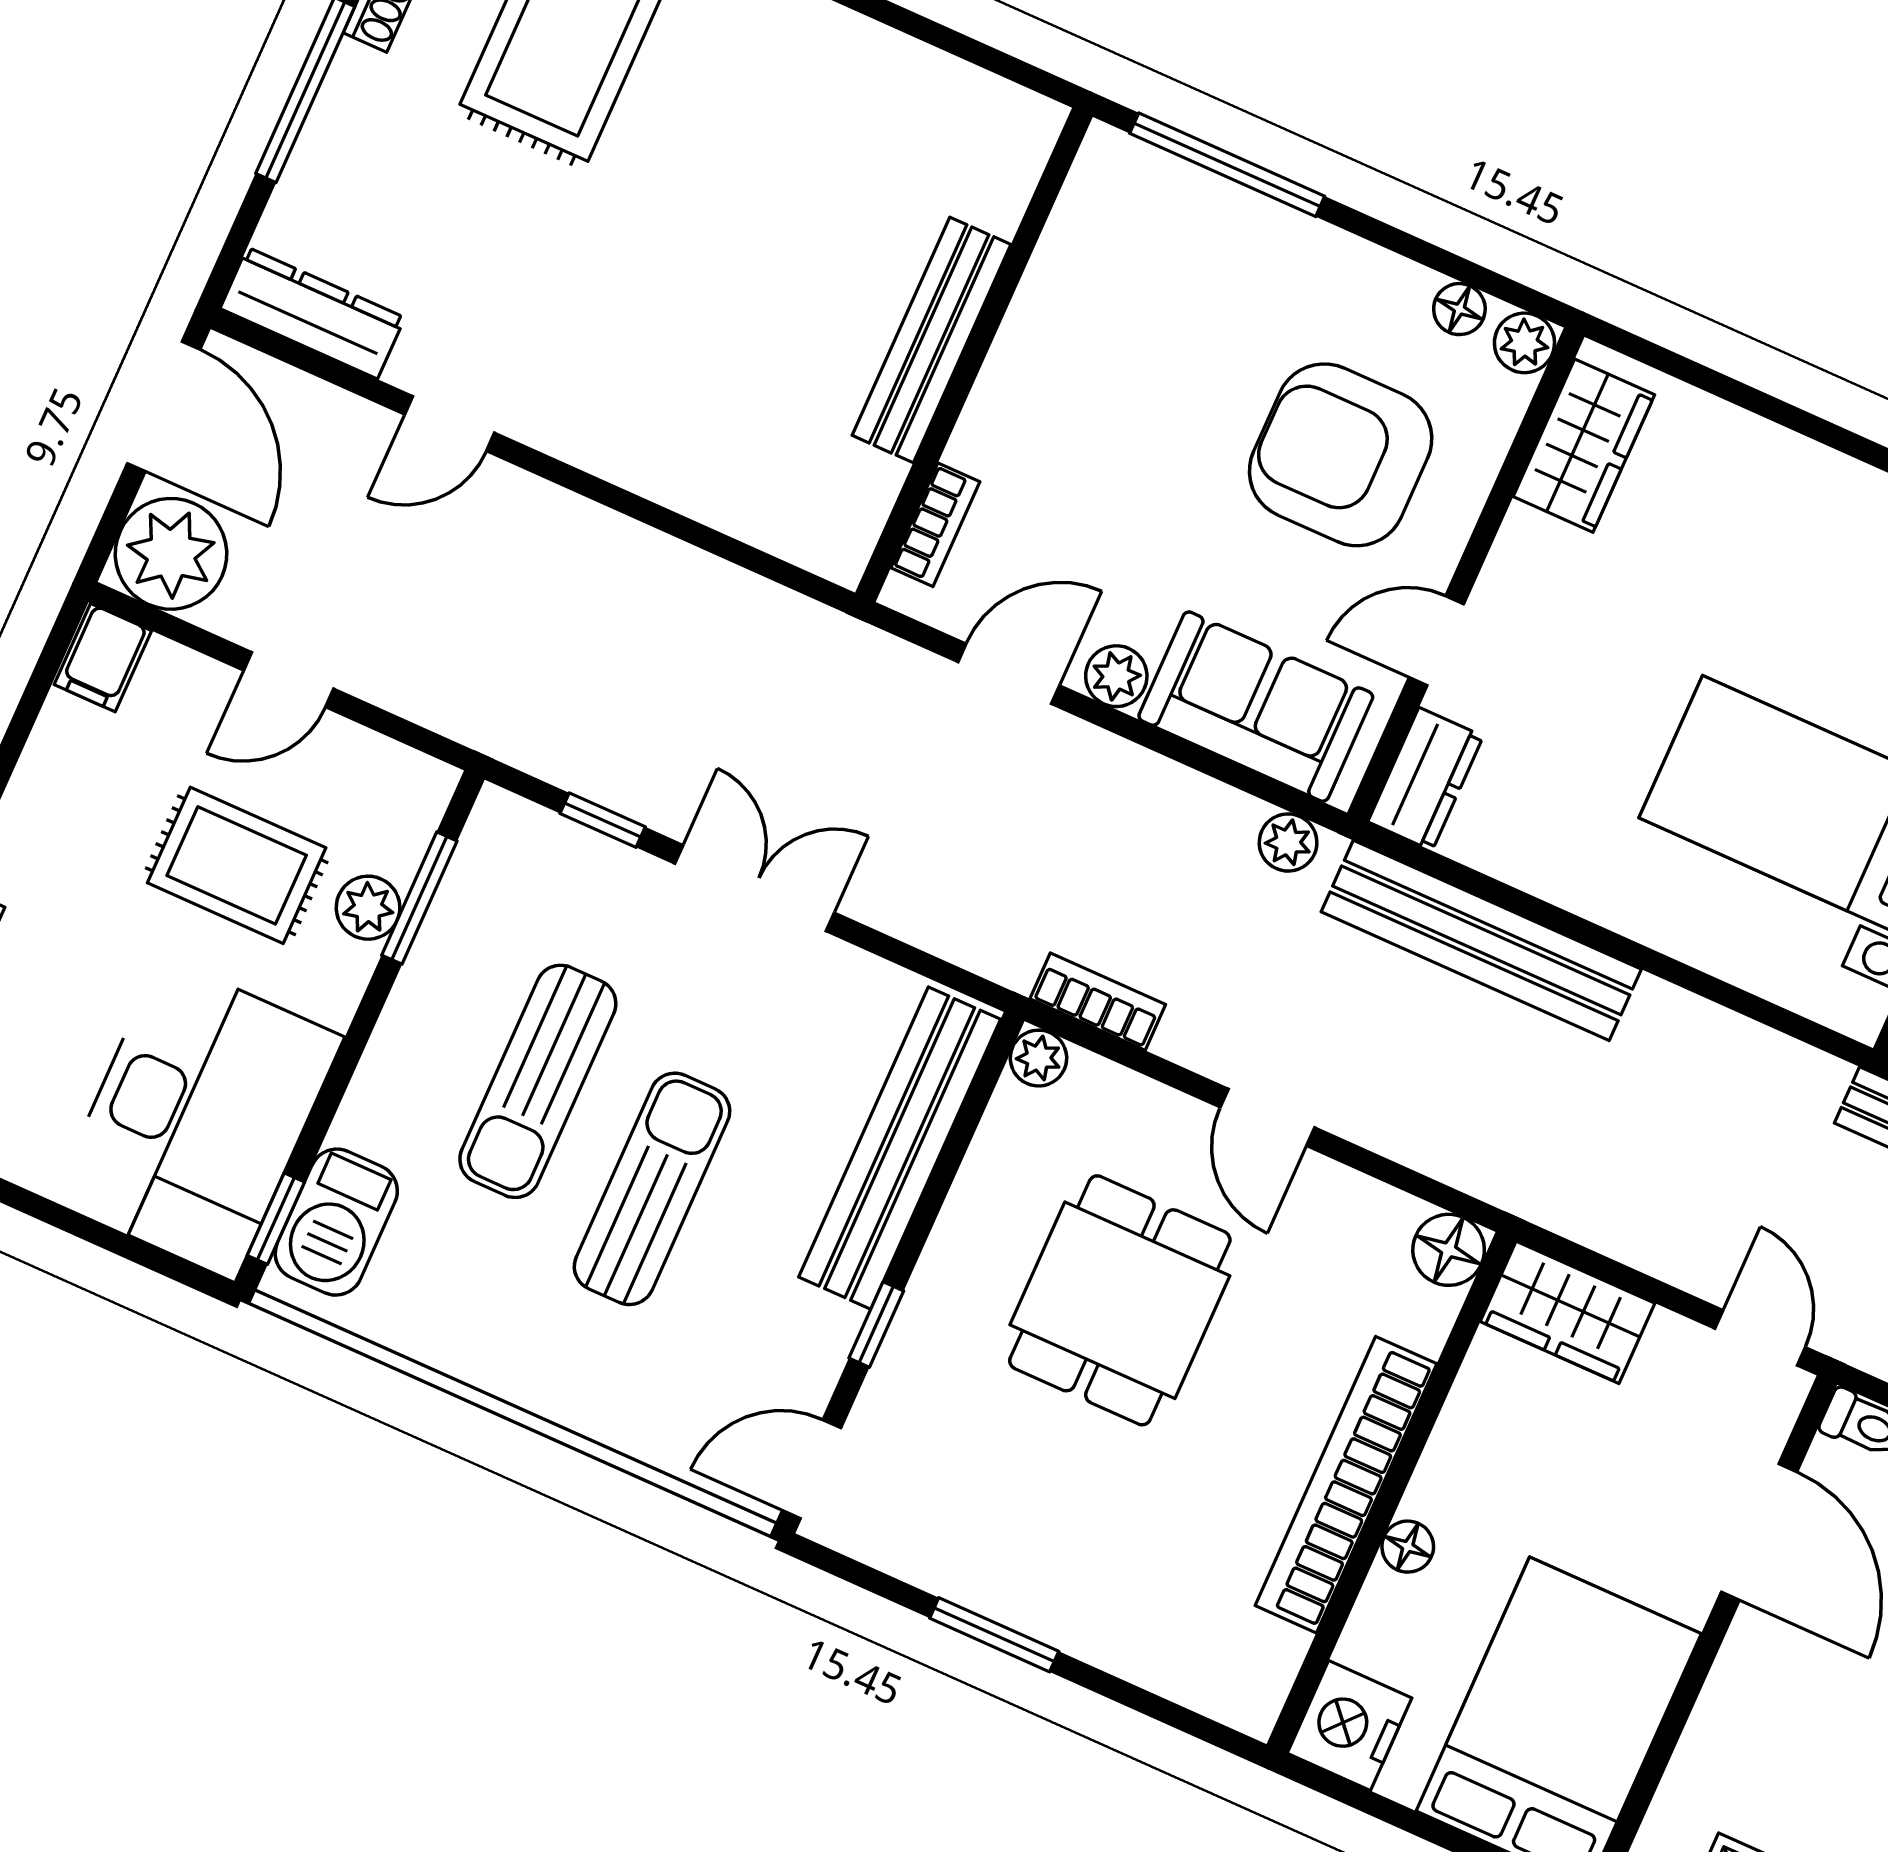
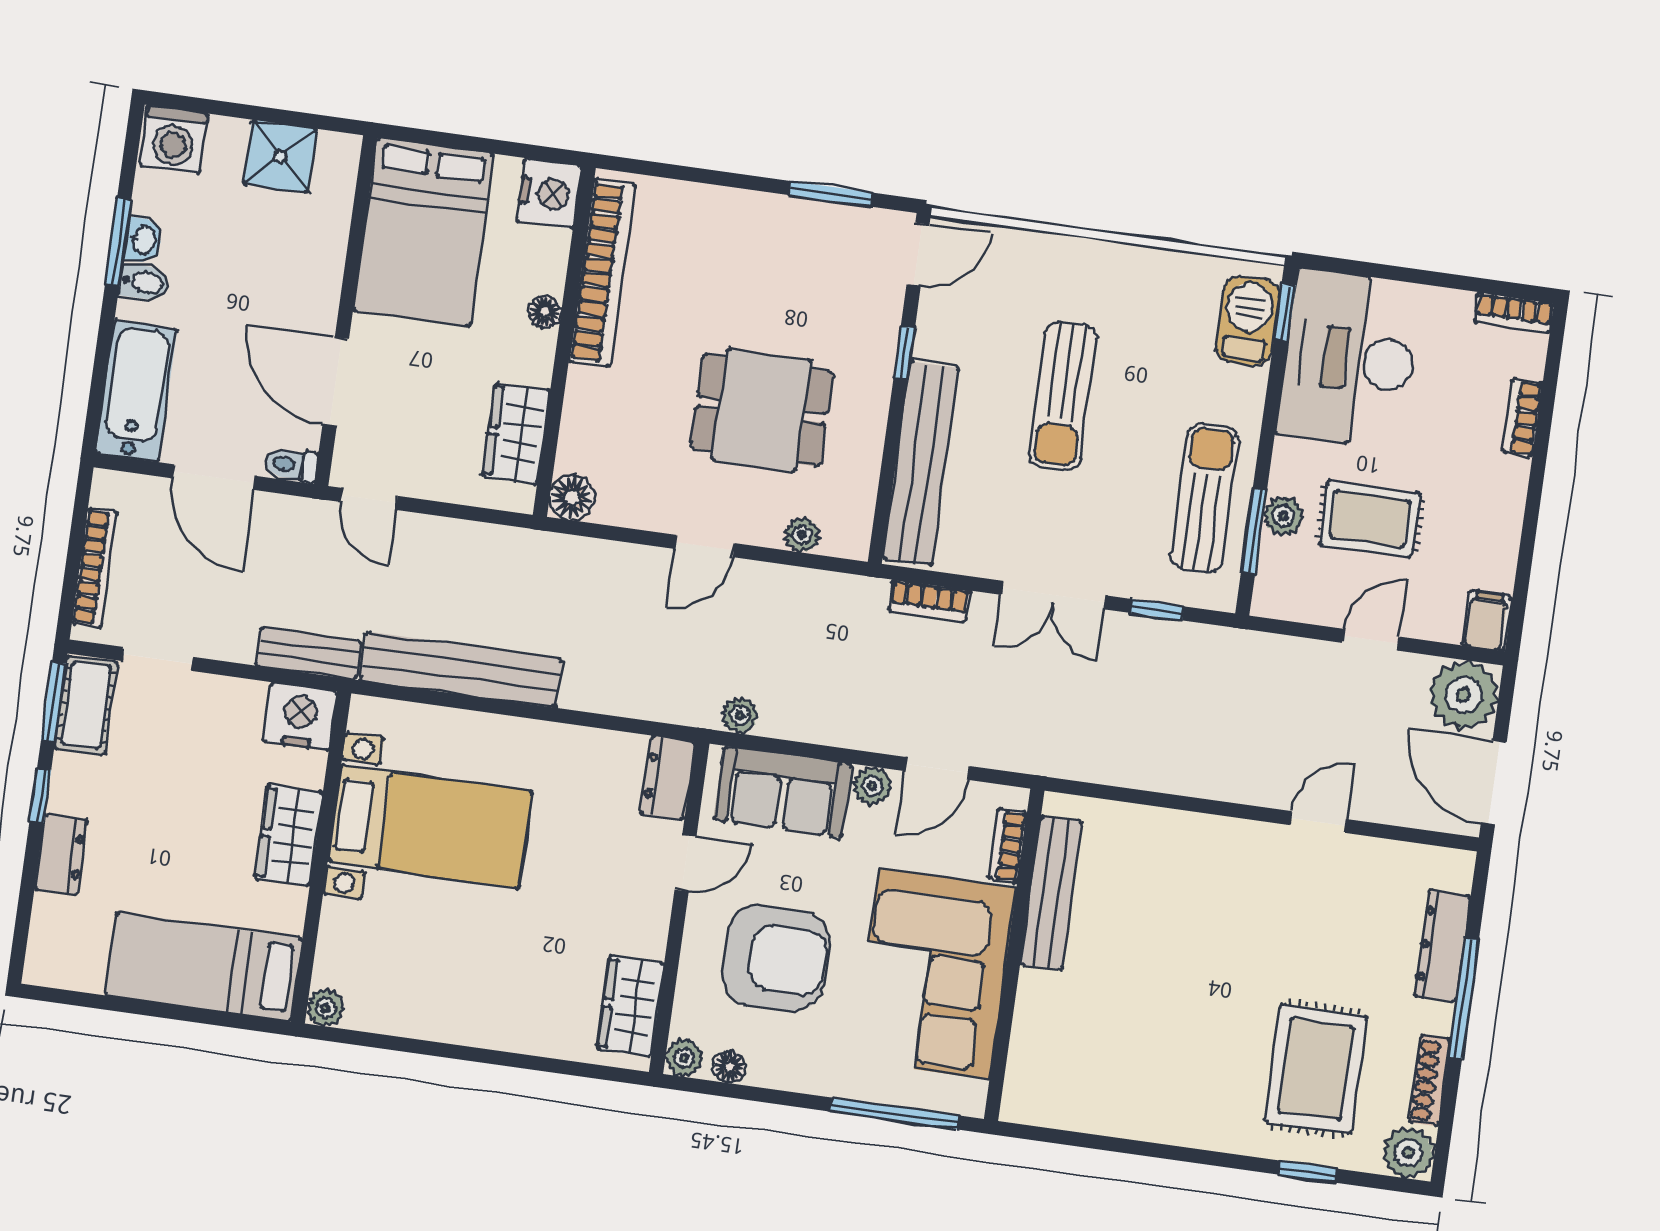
dresser: (312, 313) -> (1442, 946), moved, turned 90
bench: (932, 340) -> (1051, 893), moved
corner sofa: (1104, 361) -> (934, 974), added
bench: (1481, 940) -> (461, 670), moved
bookcase: (1098, 1002) -> (929, 601), moved
plant: (1038, 1058) -> (802, 535), moved
sun lounger: (538, 1081) -> (1204, 498), moved
door: (1267, 1117) -> (704, 546), swing flipped
dining table: (1120, 1300) -> (762, 410), turned 90
wardrobe: (1568, 1312) -> (516, 434), moved, turned -90
bookcase: (1346, 1485) -> (602, 273), moved
window: (994, 1635) -> (831, 194), moved

